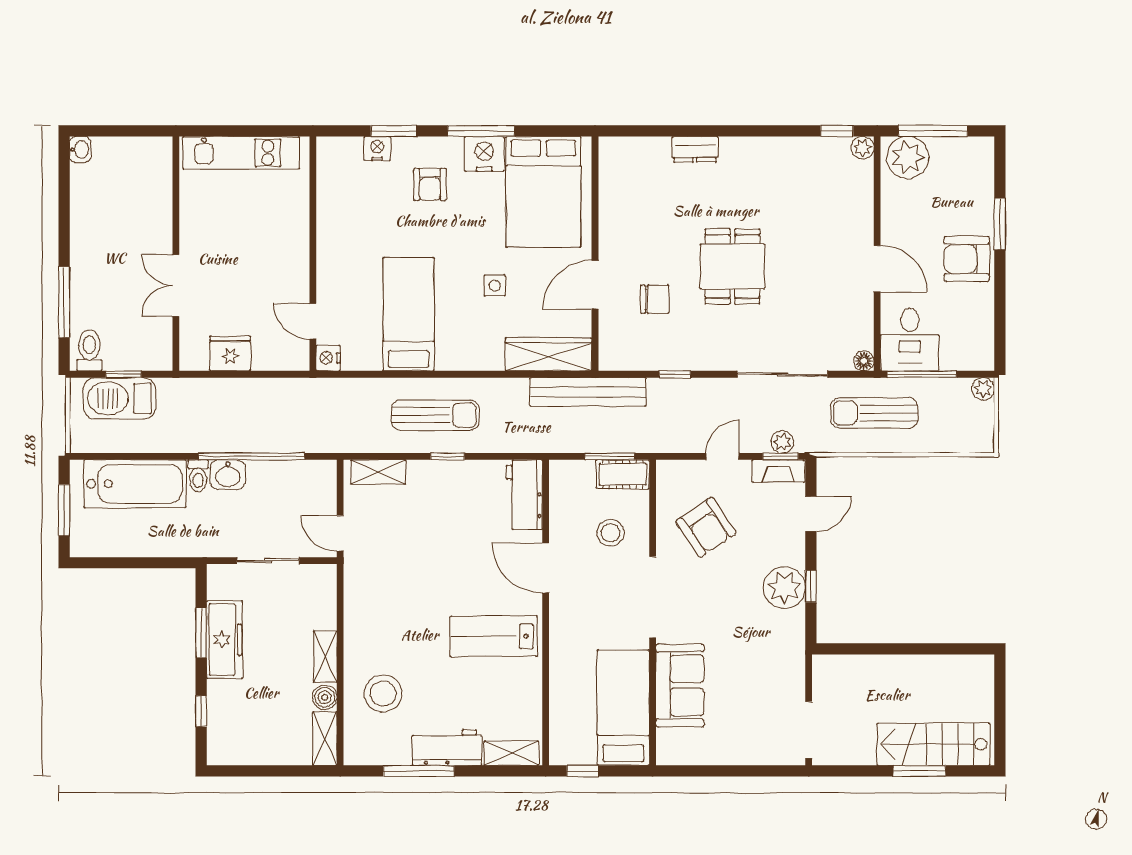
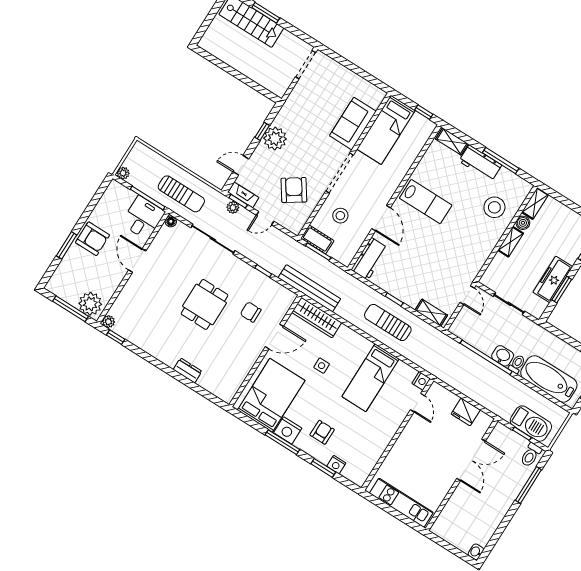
double door: (176, 285) -> (471, 460), width x1.37

